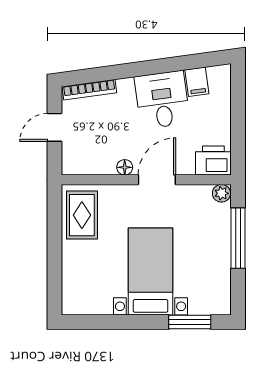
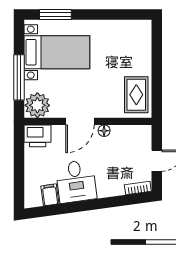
bookcase: (89, 90) -> (138, 188), width x0.64
plant: (221, 193) -> (37, 105), width x1.87, depth x1.87
bed with nightstands: (151, 271) -> (57, 52), moved, turned -90

